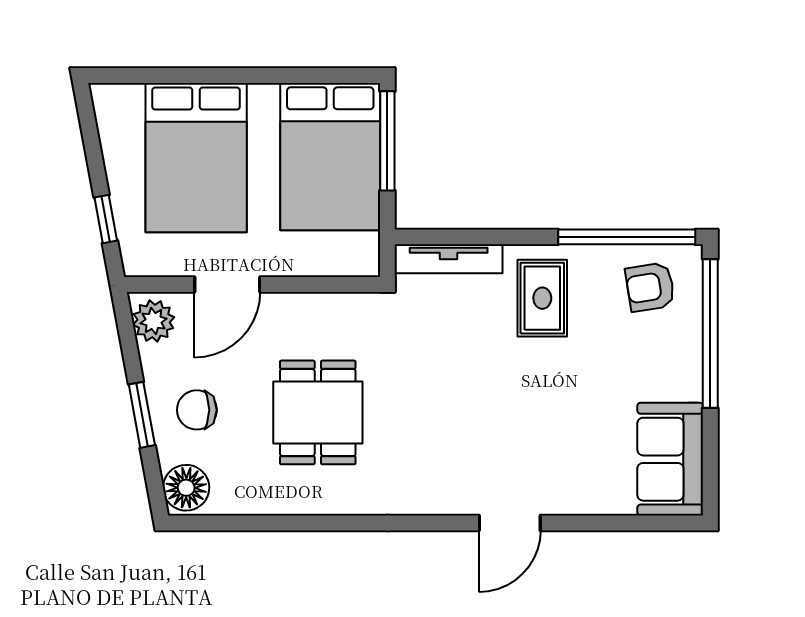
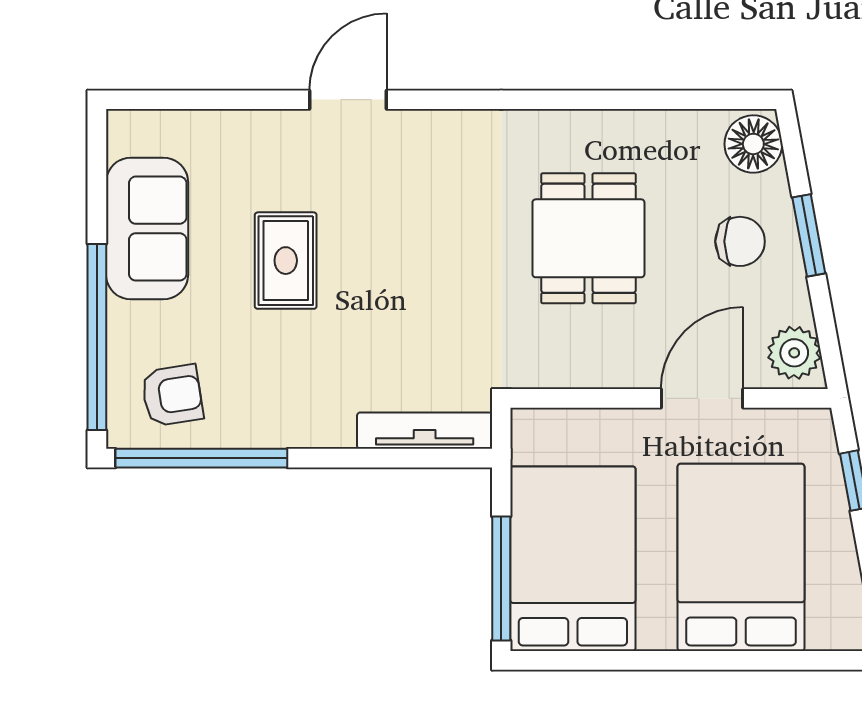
rug: (542, 298) -> (286, 261), moved
sofa: (670, 459) -> (147, 229), moved

